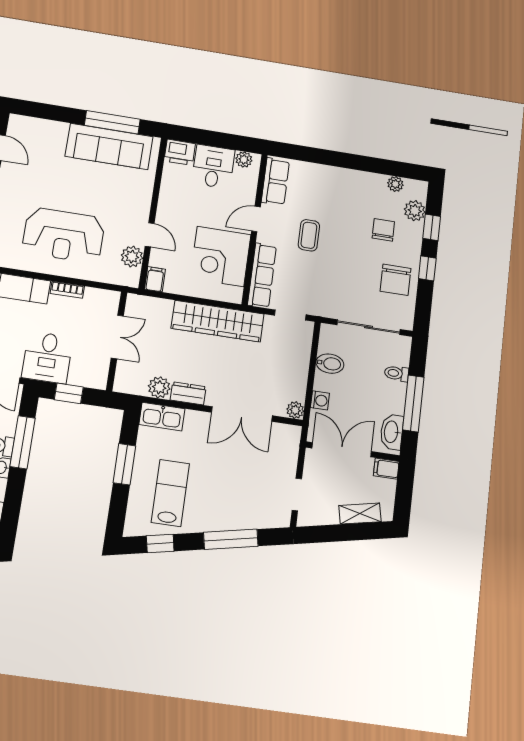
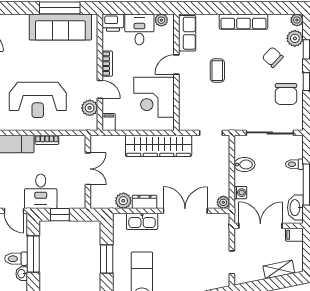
plant: (395, 184) -> (297, 20), moved
bookcase: (164, 203) -> (107, 64), added
chair: (383, 230) -> (273, 57), turned -47
row of seats: (262, 275) -> (243, 22), moved, turned 90
double door: (242, 414) -> (185, 211), swing flipped
kitchen sink: (162, 417) -> (142, 221), moved

